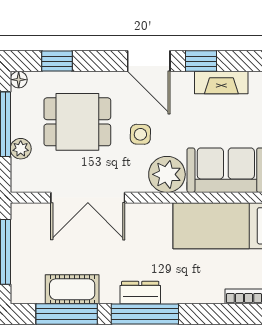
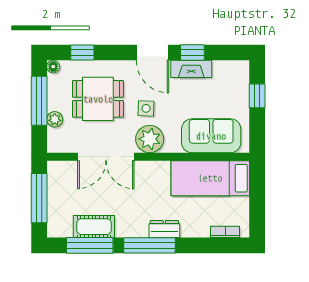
fireplace: (221, 83) -> (191, 69), moved
plant: (167, 174) -> (150, 139), moved
dresser: (140, 293) -> (164, 229), moved

